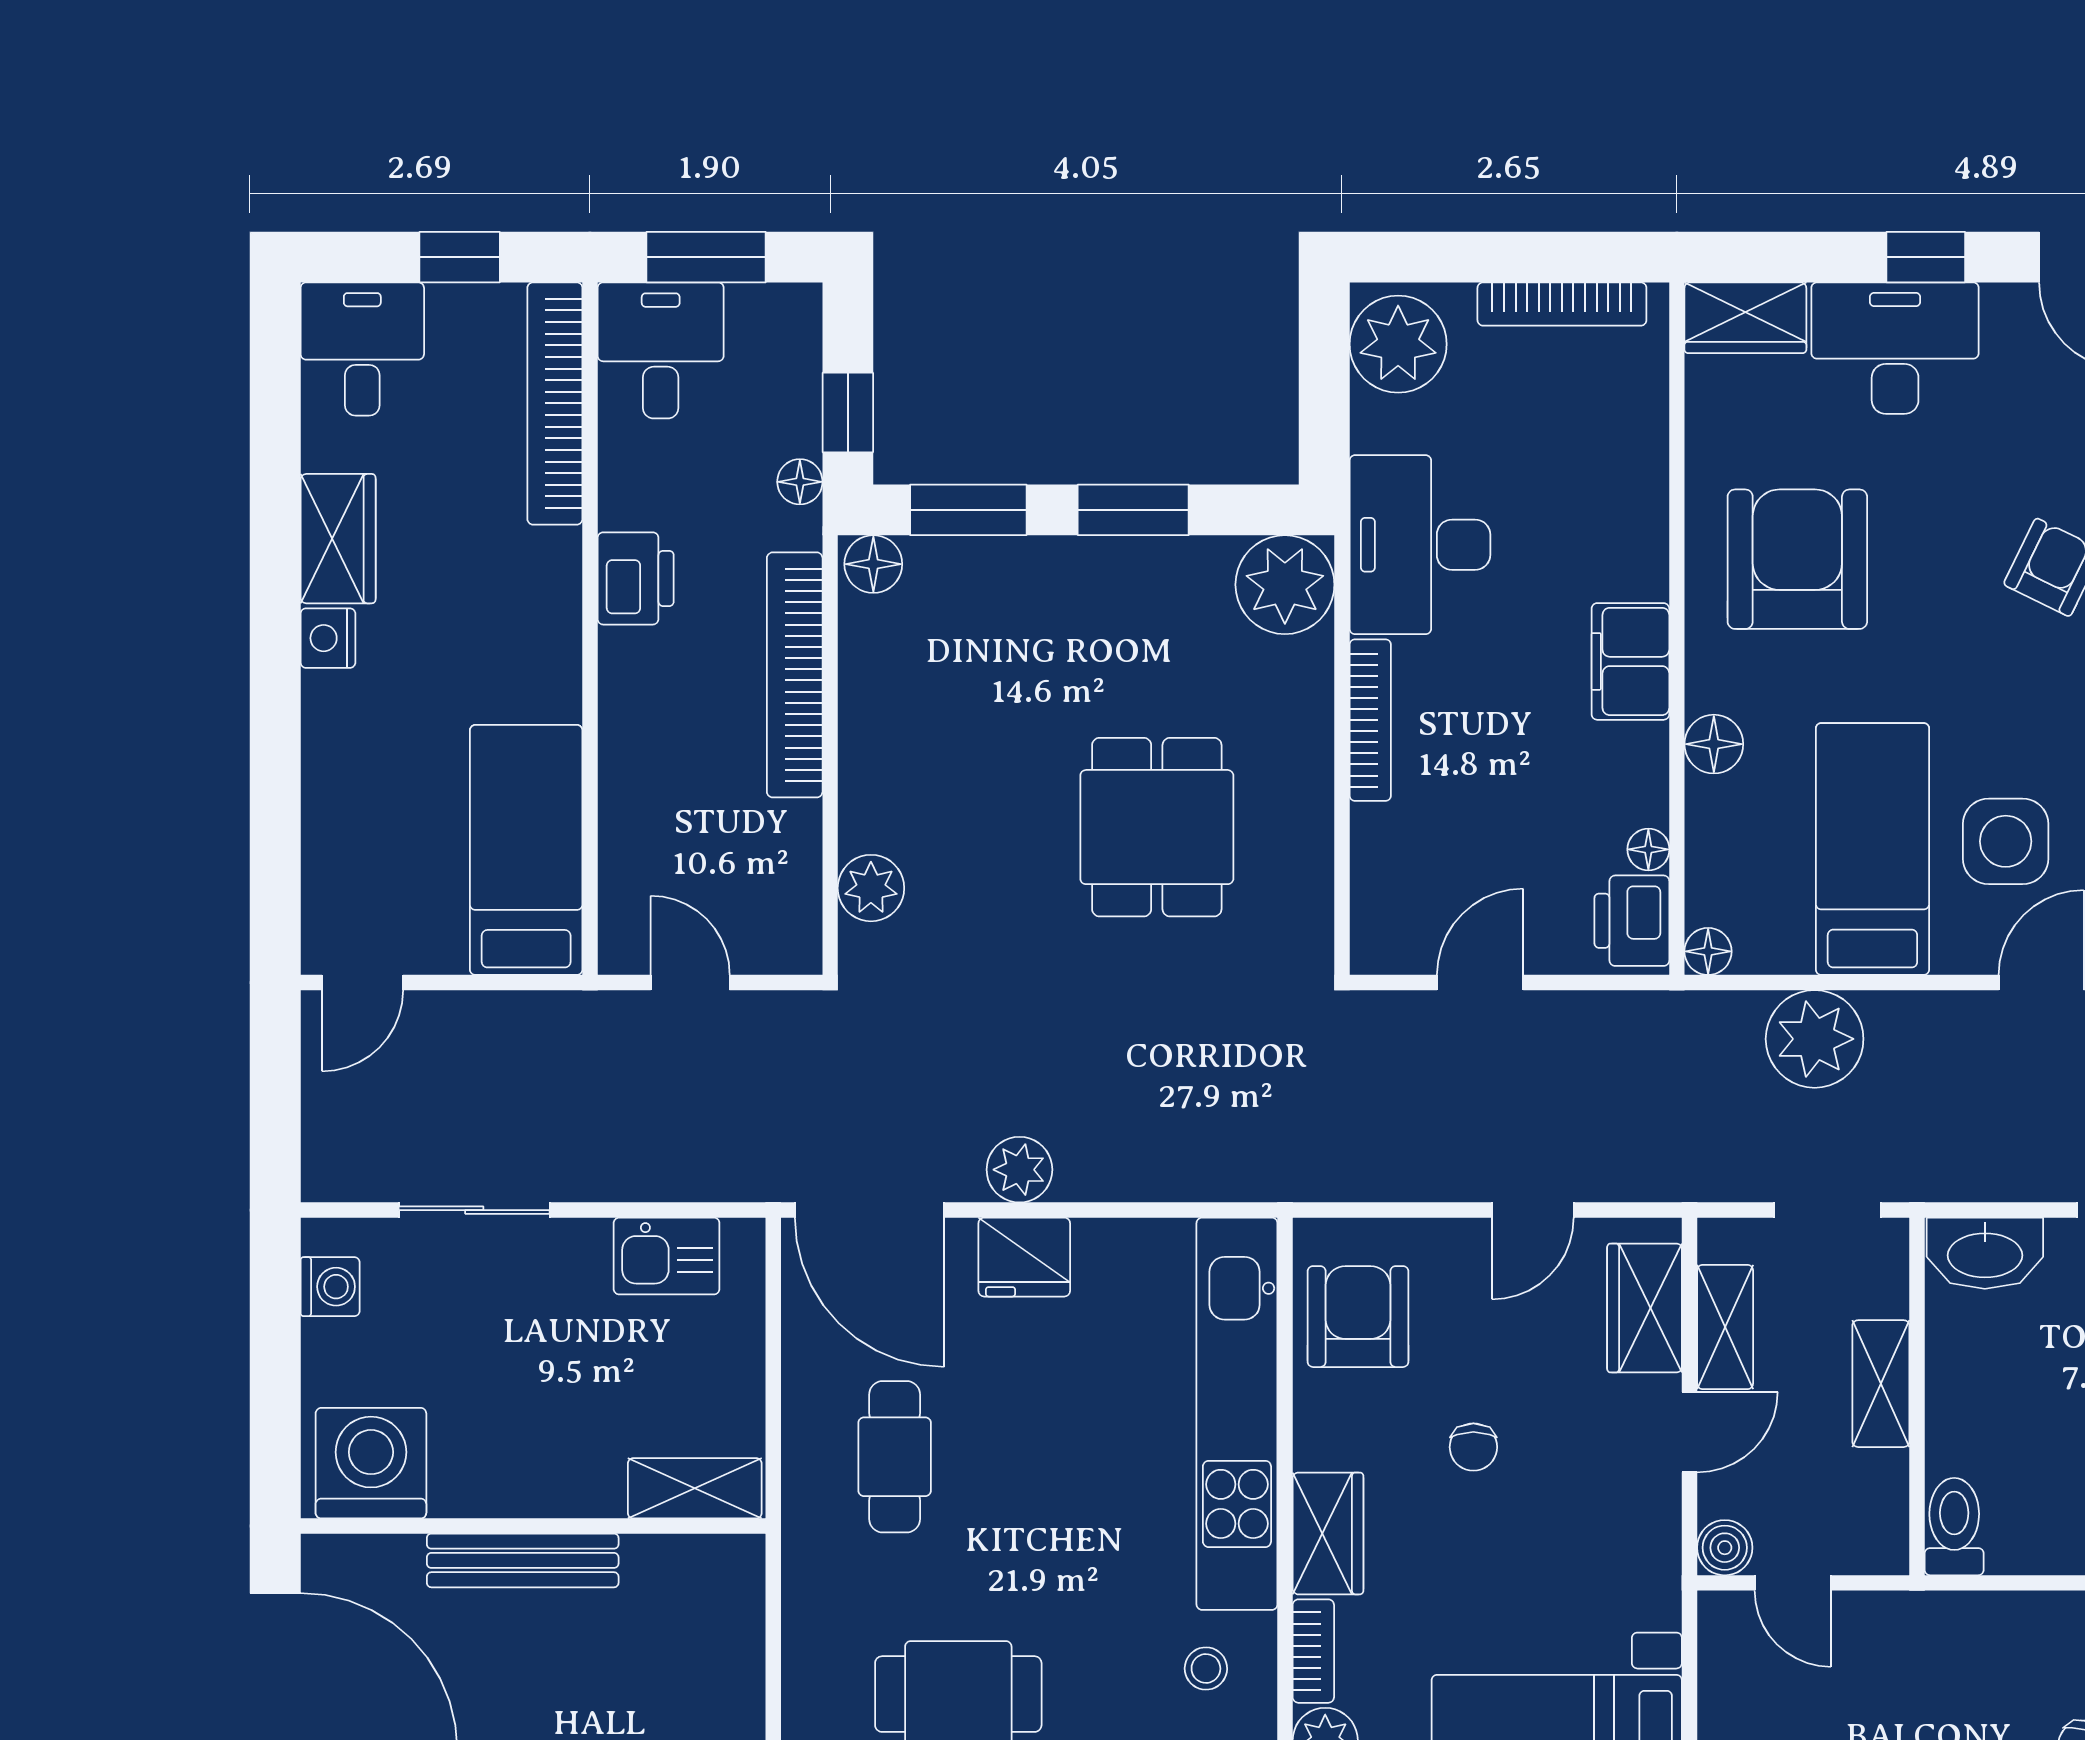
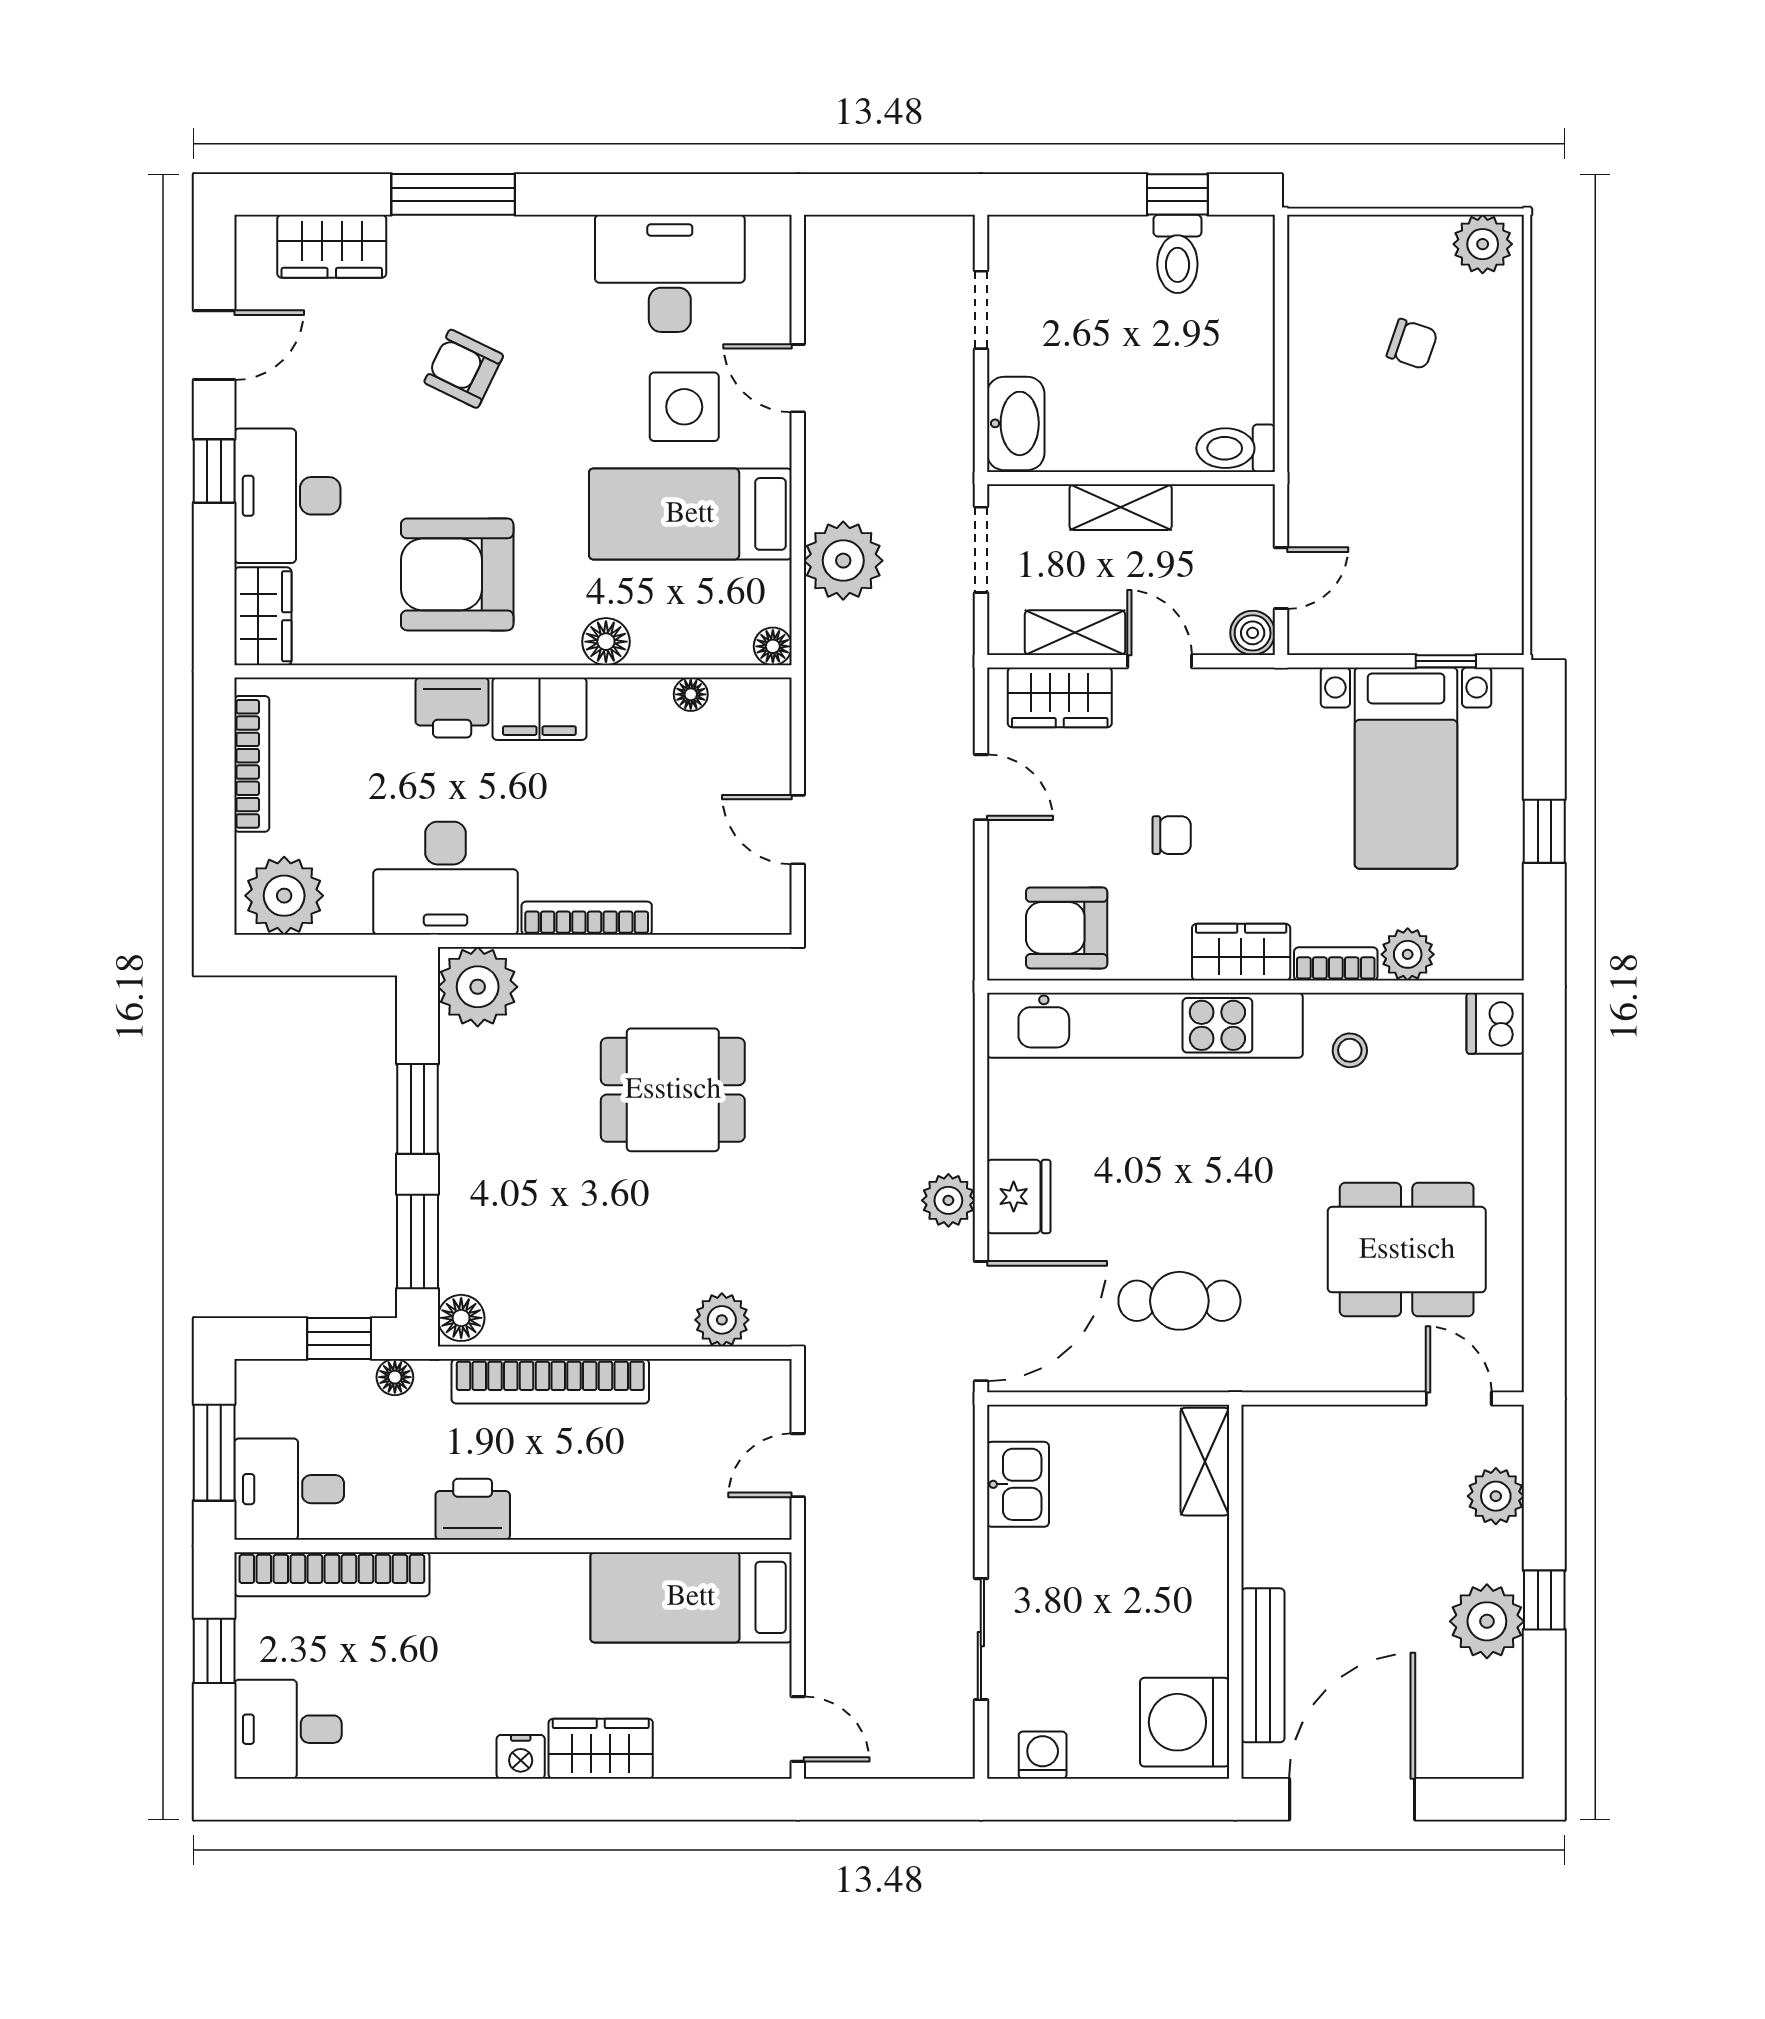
wardrobe: (338, 539) -> (601, 1749), moved
printer: (1632, 921) -> (452, 708), moved
bench: (523, 1560) -> (1263, 1665), moved

